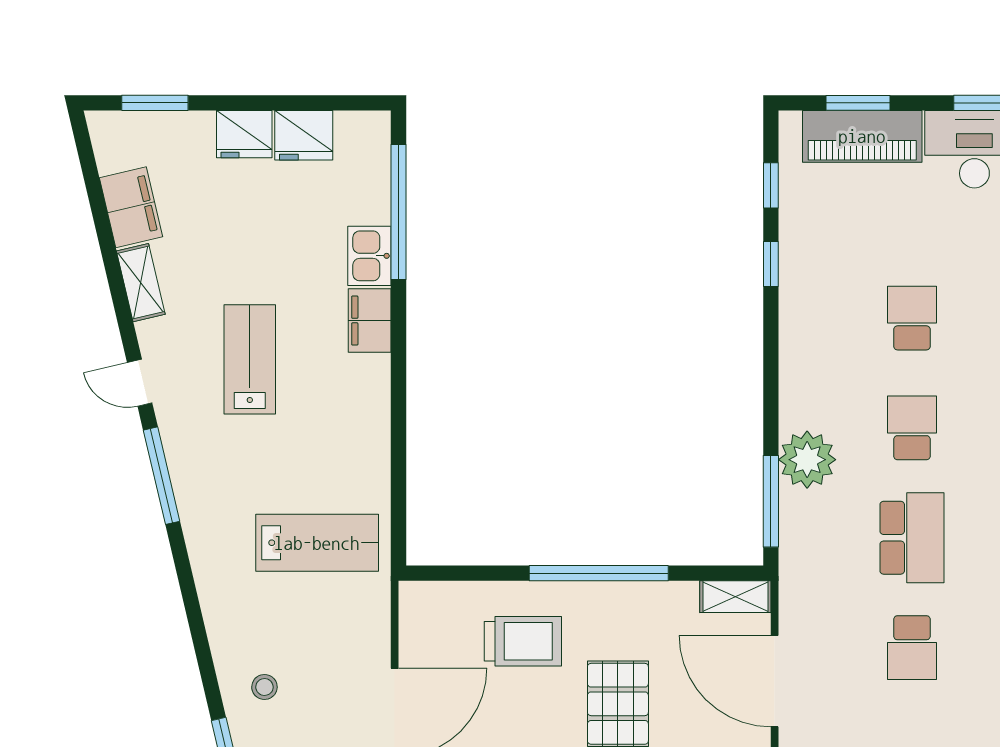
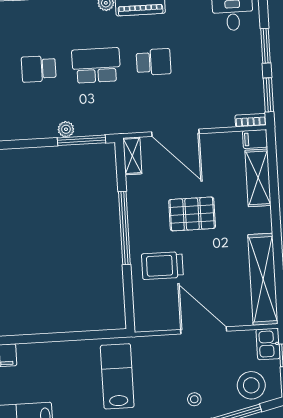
plant: (807, 460) -> (66, 129), width x0.53, depth x0.53
trolley: (523, 641) -> (162, 266), turned -90
door: (775, 681) -> (175, 133), hinge flipped

